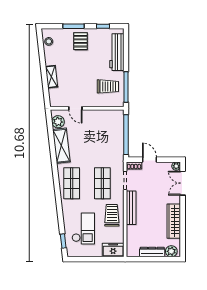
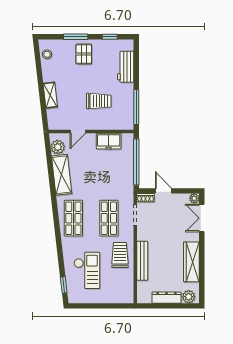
workbench: (117, 52) -> (126, 67), width x0.73
trolley: (108, 86) -> (99, 101), moved
door: (75, 108) -> (78, 132), hinge flipped
bench: (131, 208) -> (142, 261), moved
freezer: (113, 250) -> (109, 141), moved, turned 180

